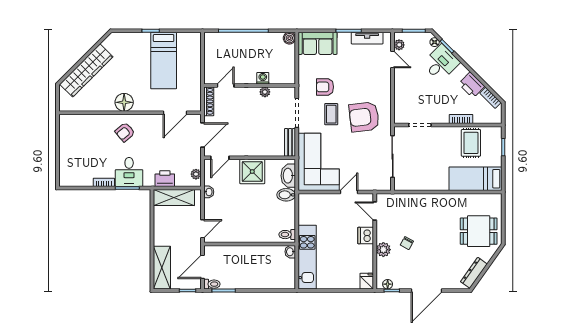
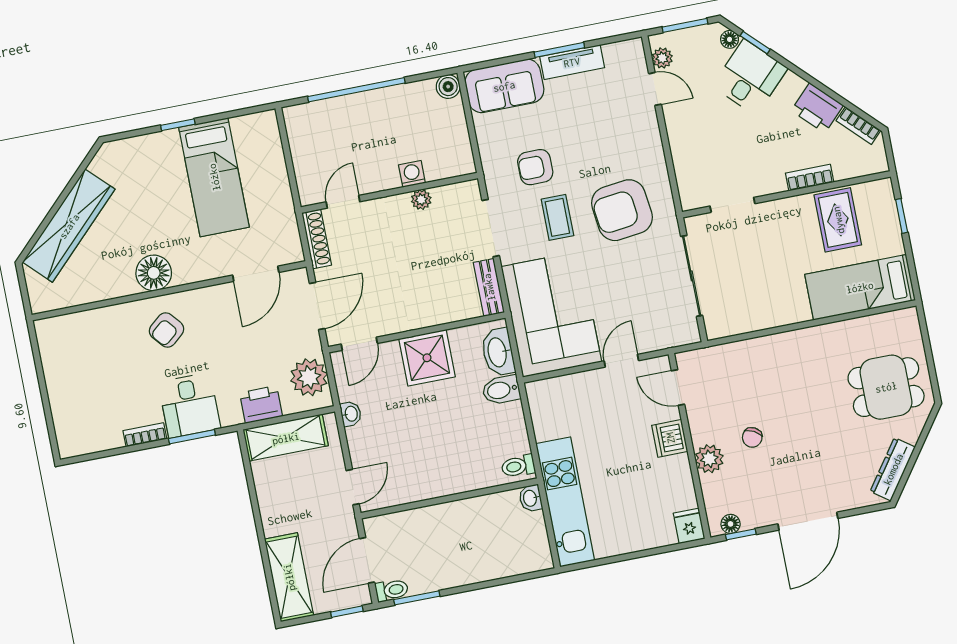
tv unit: (367, 38) -> (572, 62), moved
plant: (196, 174) -> (309, 377), width x1.88, depth x1.88

